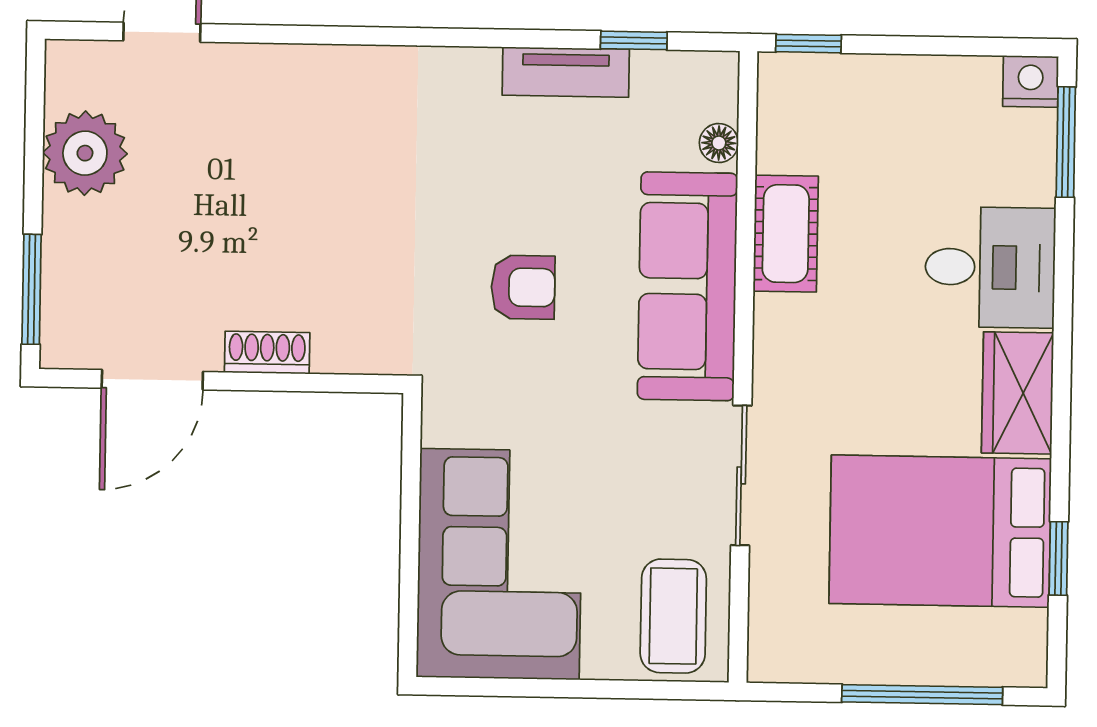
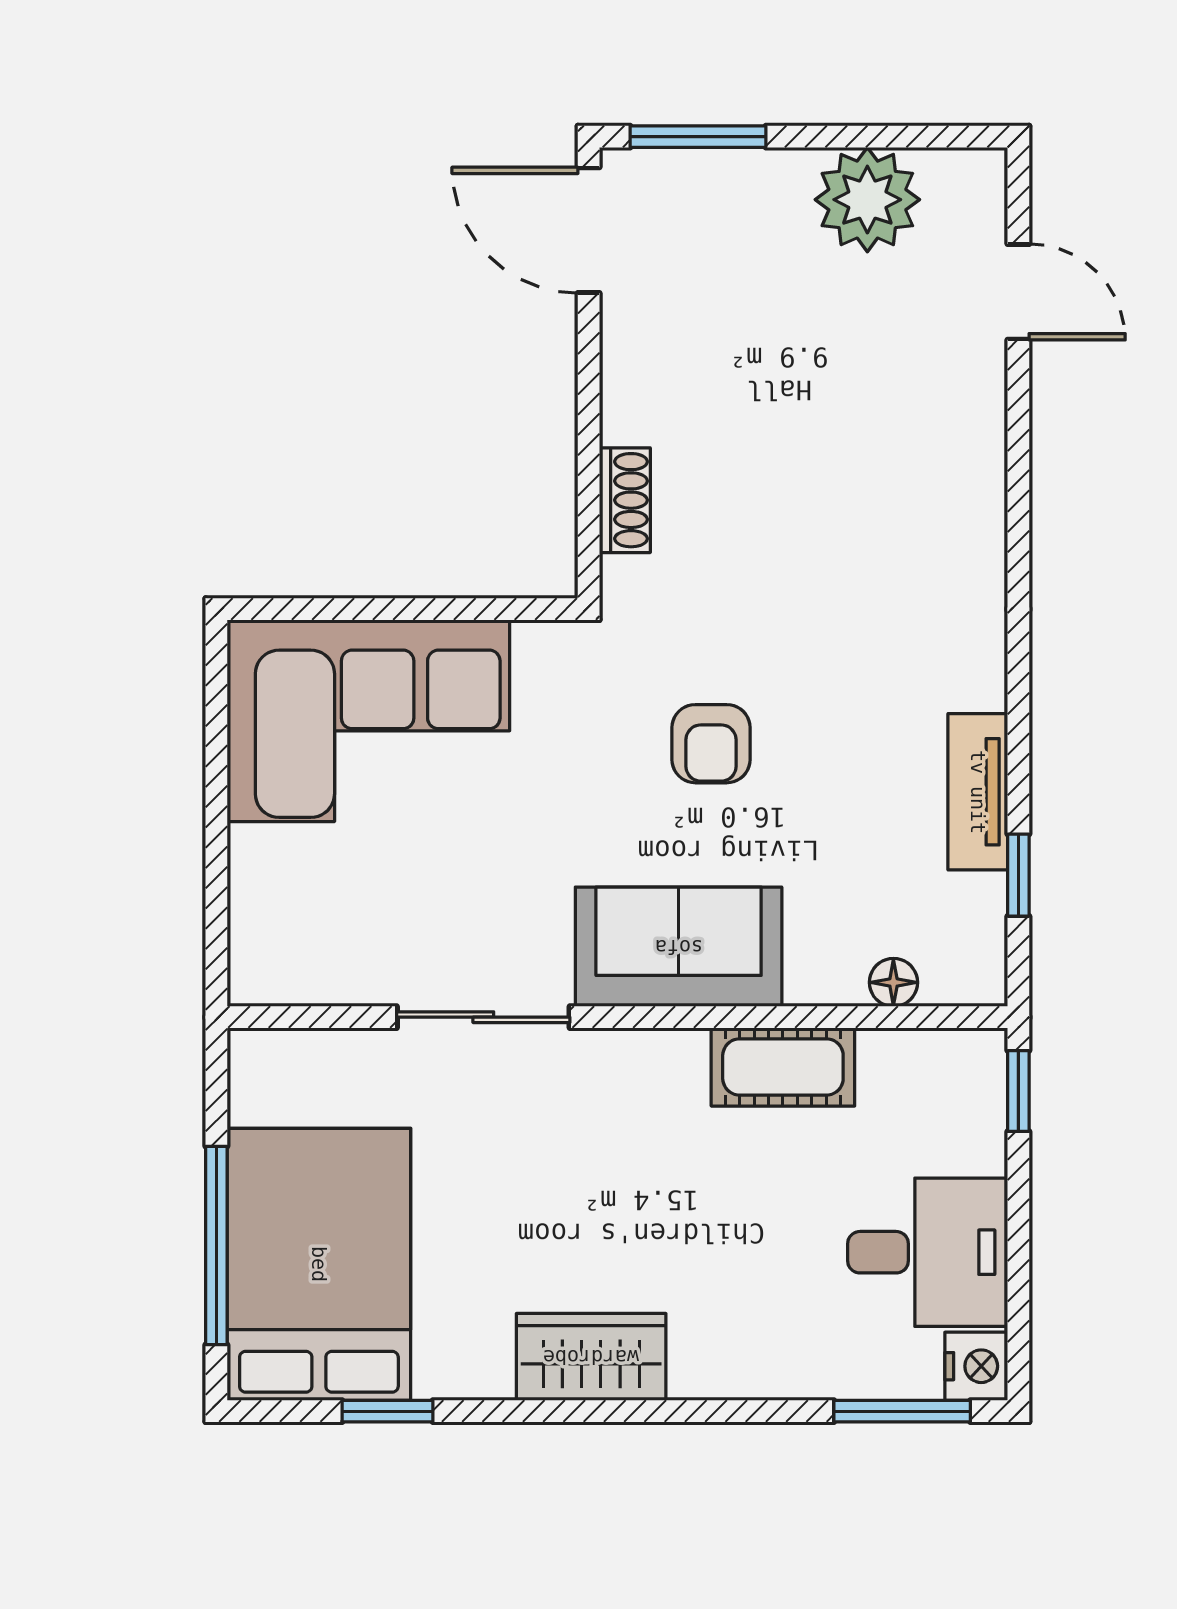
desk: (990, 267) -> (928, 1252), moved, turned -90
sofa: (687, 286) -> (679, 947), width x0.73
shoe rack: (267, 353) -> (625, 500), moved
door: (152, 380) -> (589, 230), moved
bed: (940, 531) -> (319, 1264), moved
coffee table: (673, 616) -> (308, 936), removed

